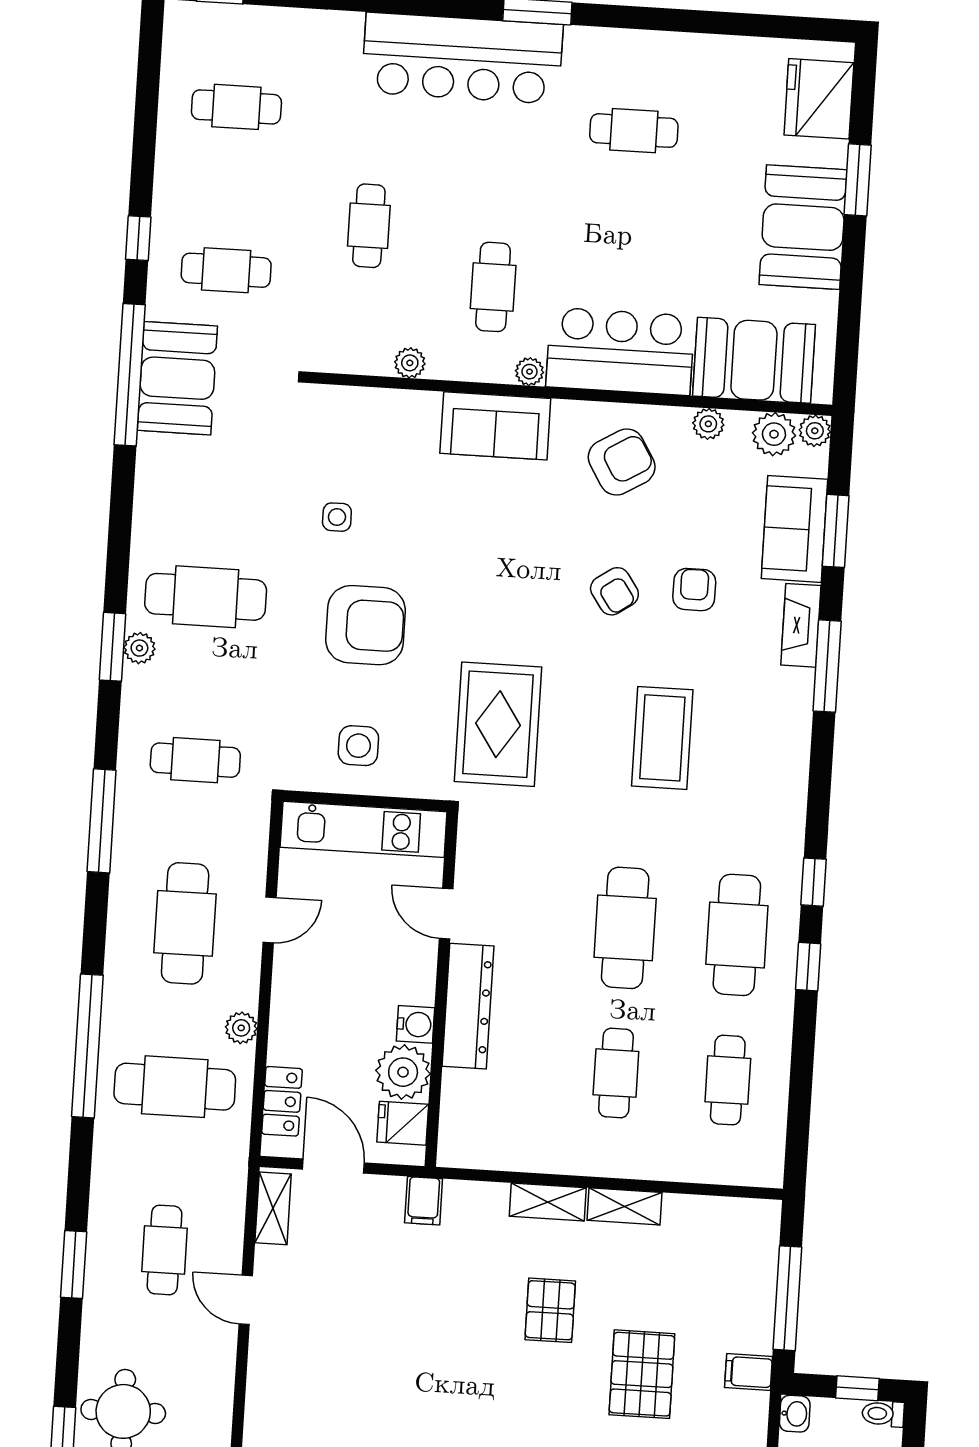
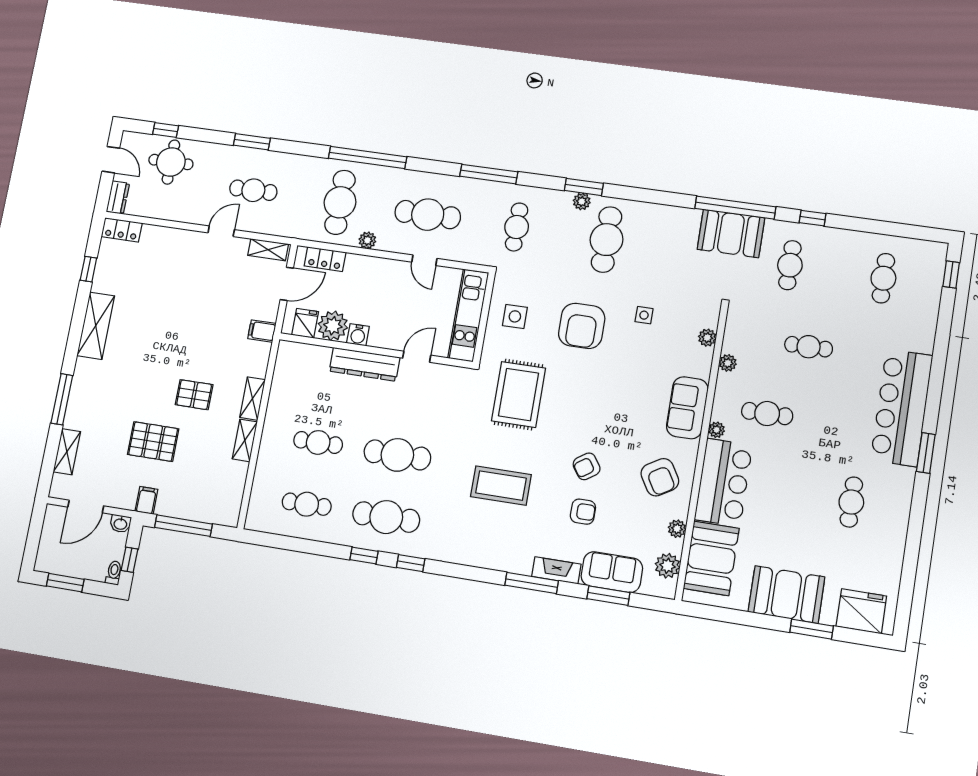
plant: (815, 431) -> (707, 338), moved
rug: (498, 724) -> (519, 394), turned 90

